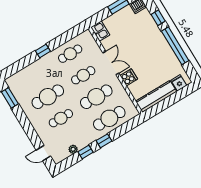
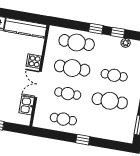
kitchen sink: (100, 31) -> (27, 105), moved

